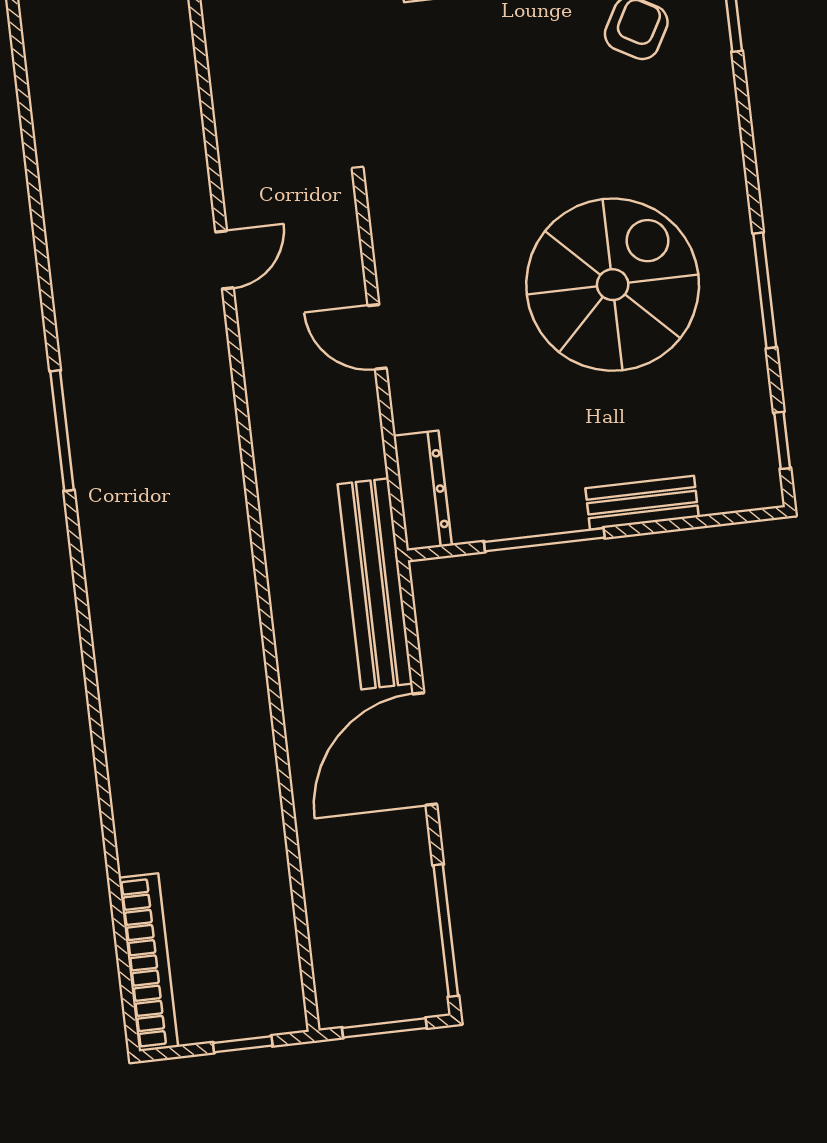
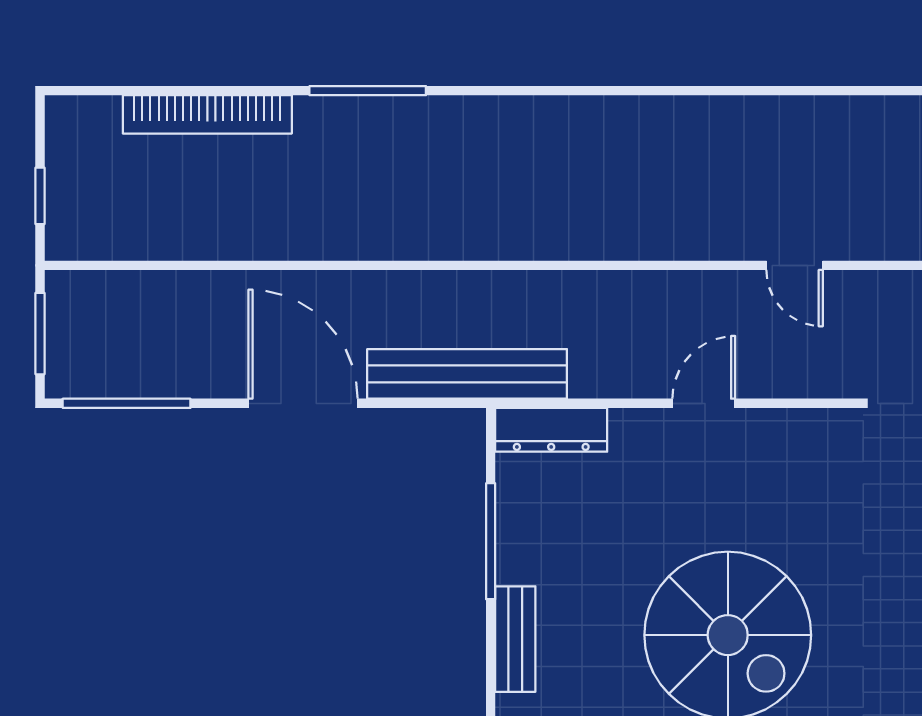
window: (62, 431) -> (368, 91), moved
bookcase: (148, 962) -> (207, 114), moved

